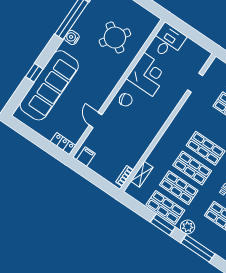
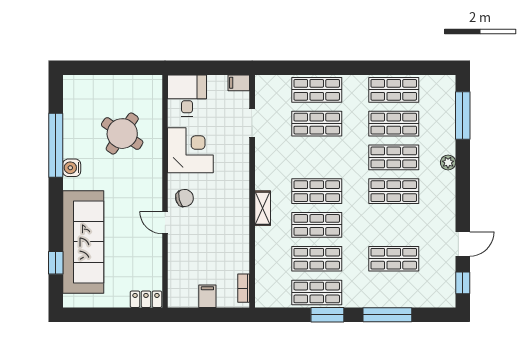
filing cabinet: (203, 54) -> (239, 83), added
window: (34, 73) -> (56, 263), moved
door: (96, 120) -> (165, 223), moved
filing cabinet: (86, 157) -> (207, 296), moved
shelving: (142, 174) -> (263, 208), moved
plant: (188, 227) -> (358, 298), removed

